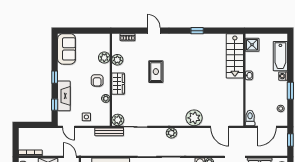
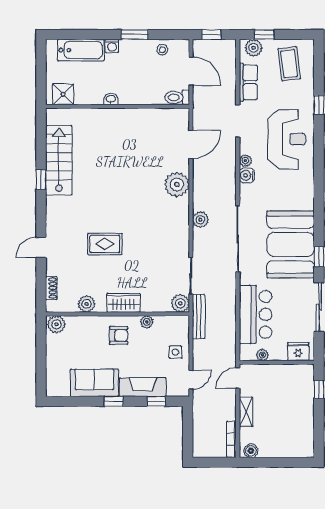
sofa: (67, 49) -> (94, 383), moved
stairs: (235, 56) -> (59, 160), moved, turned -90
plant: (104, 58) -> (56, 324), moved

